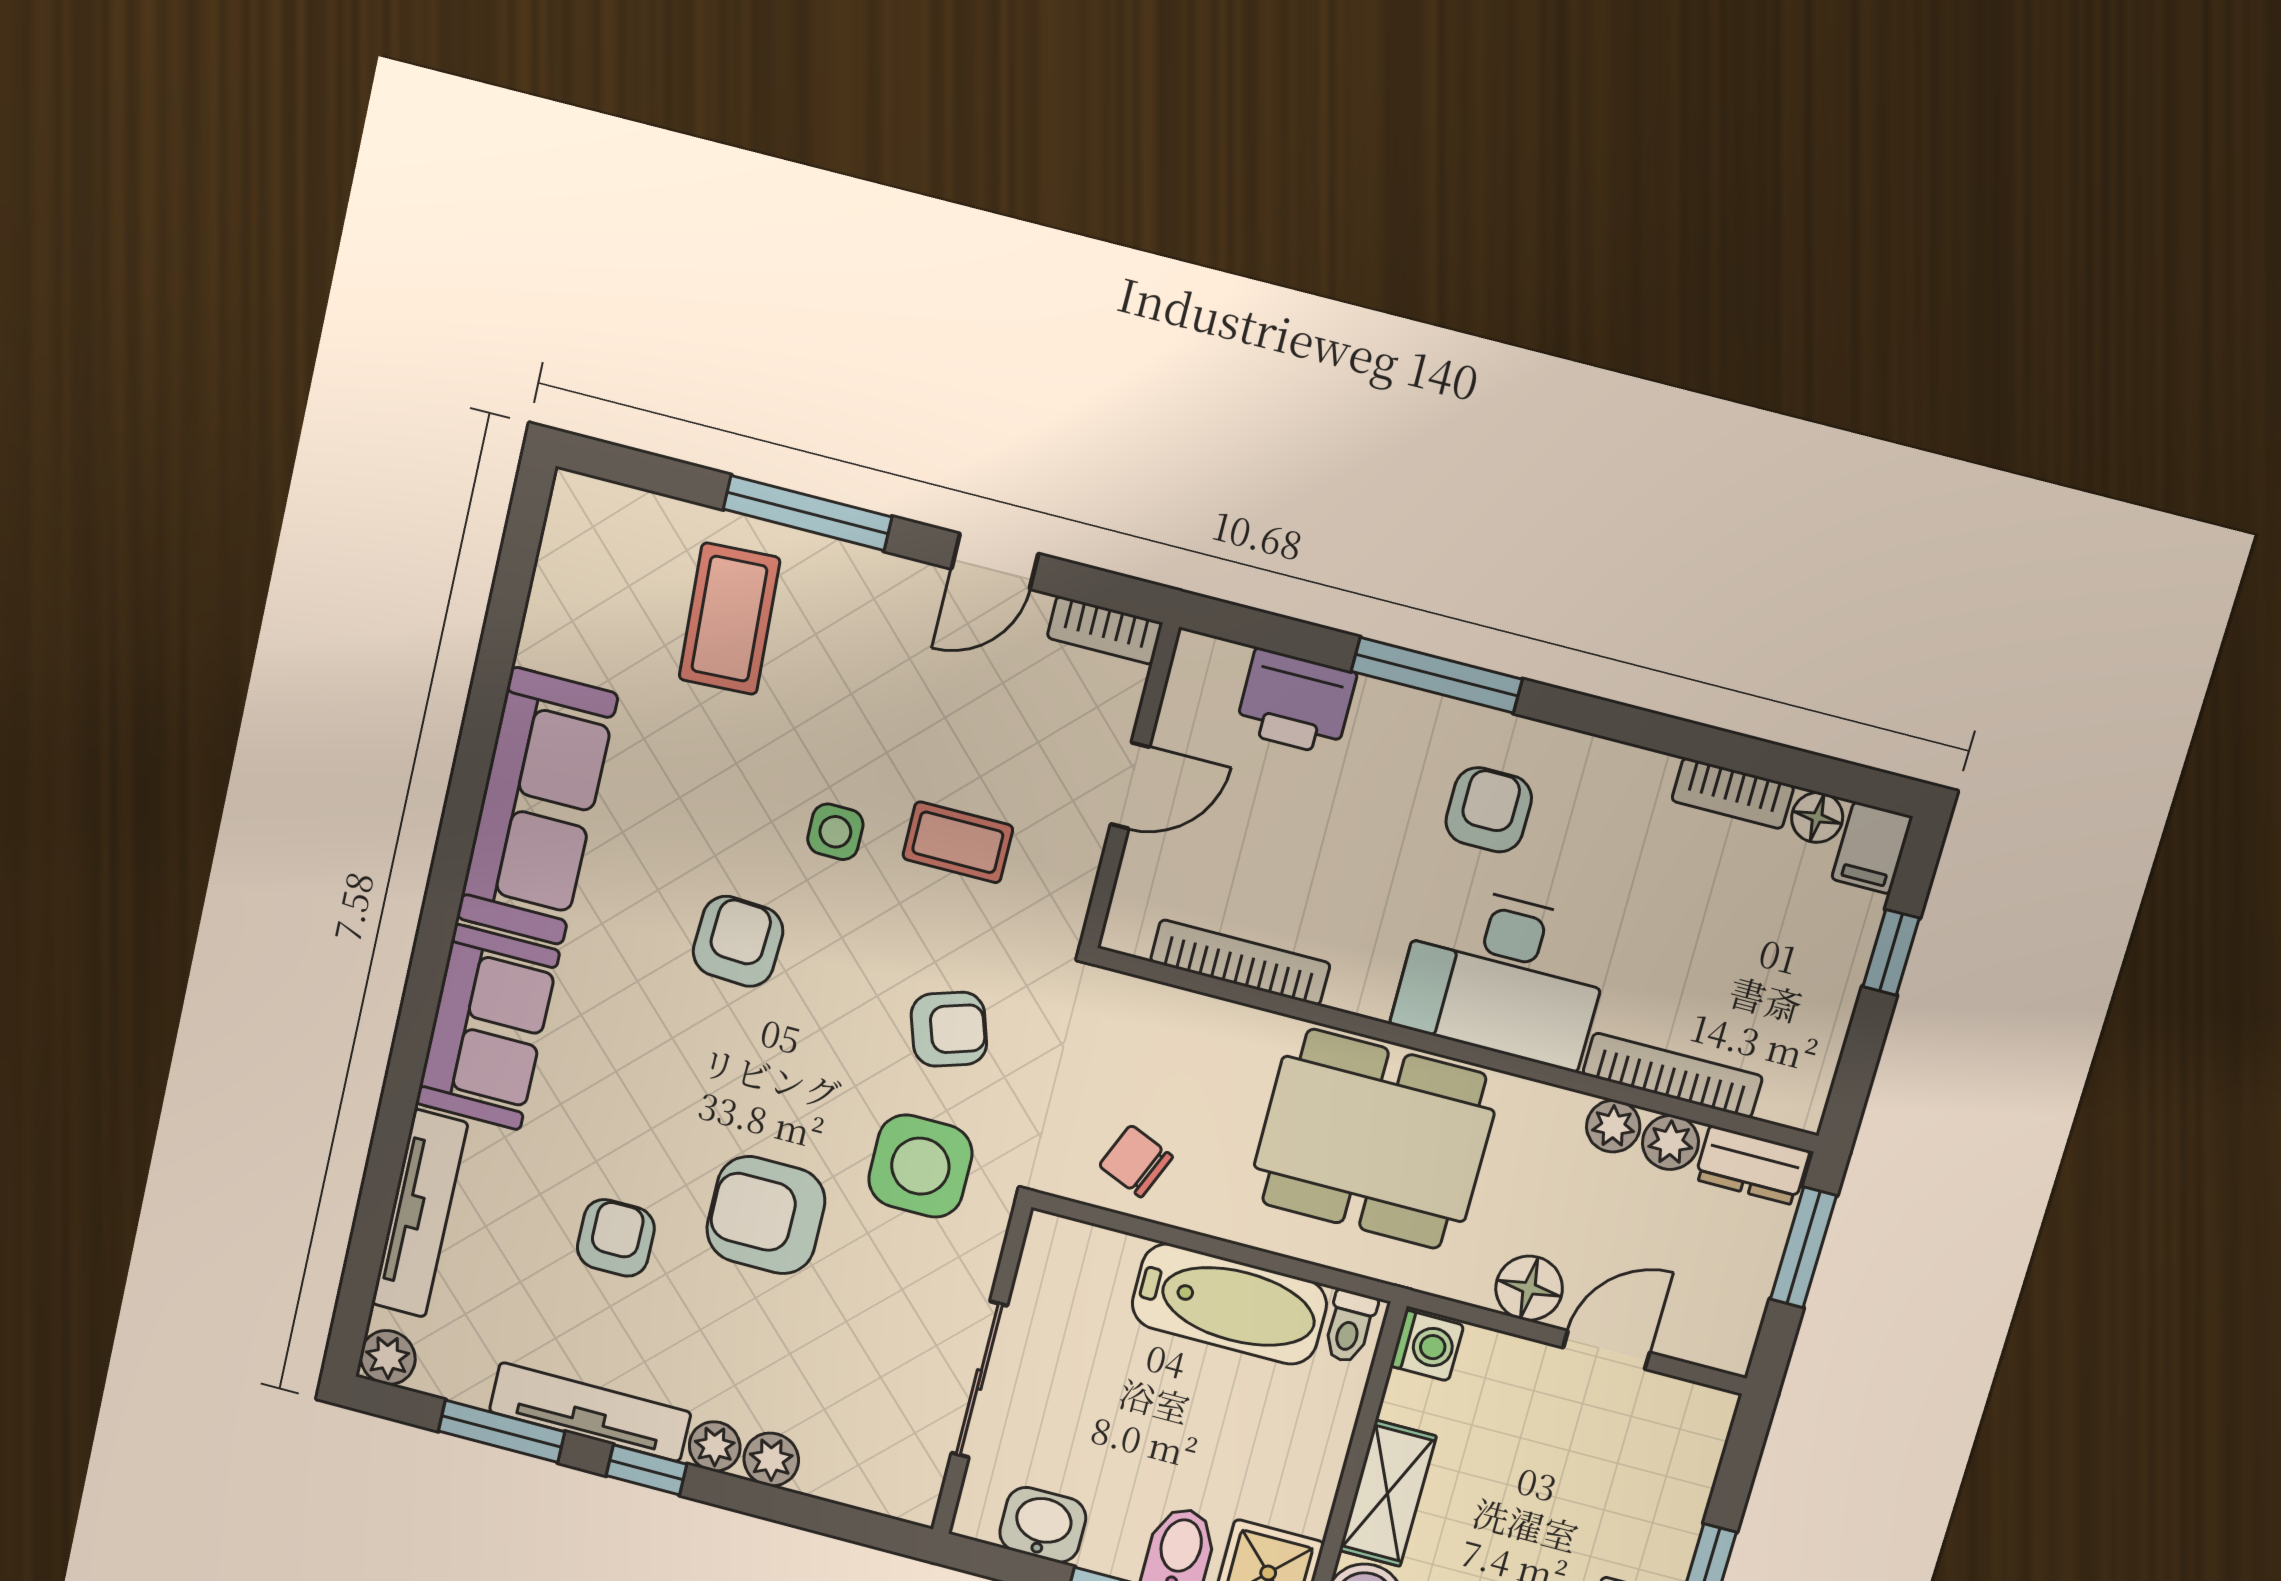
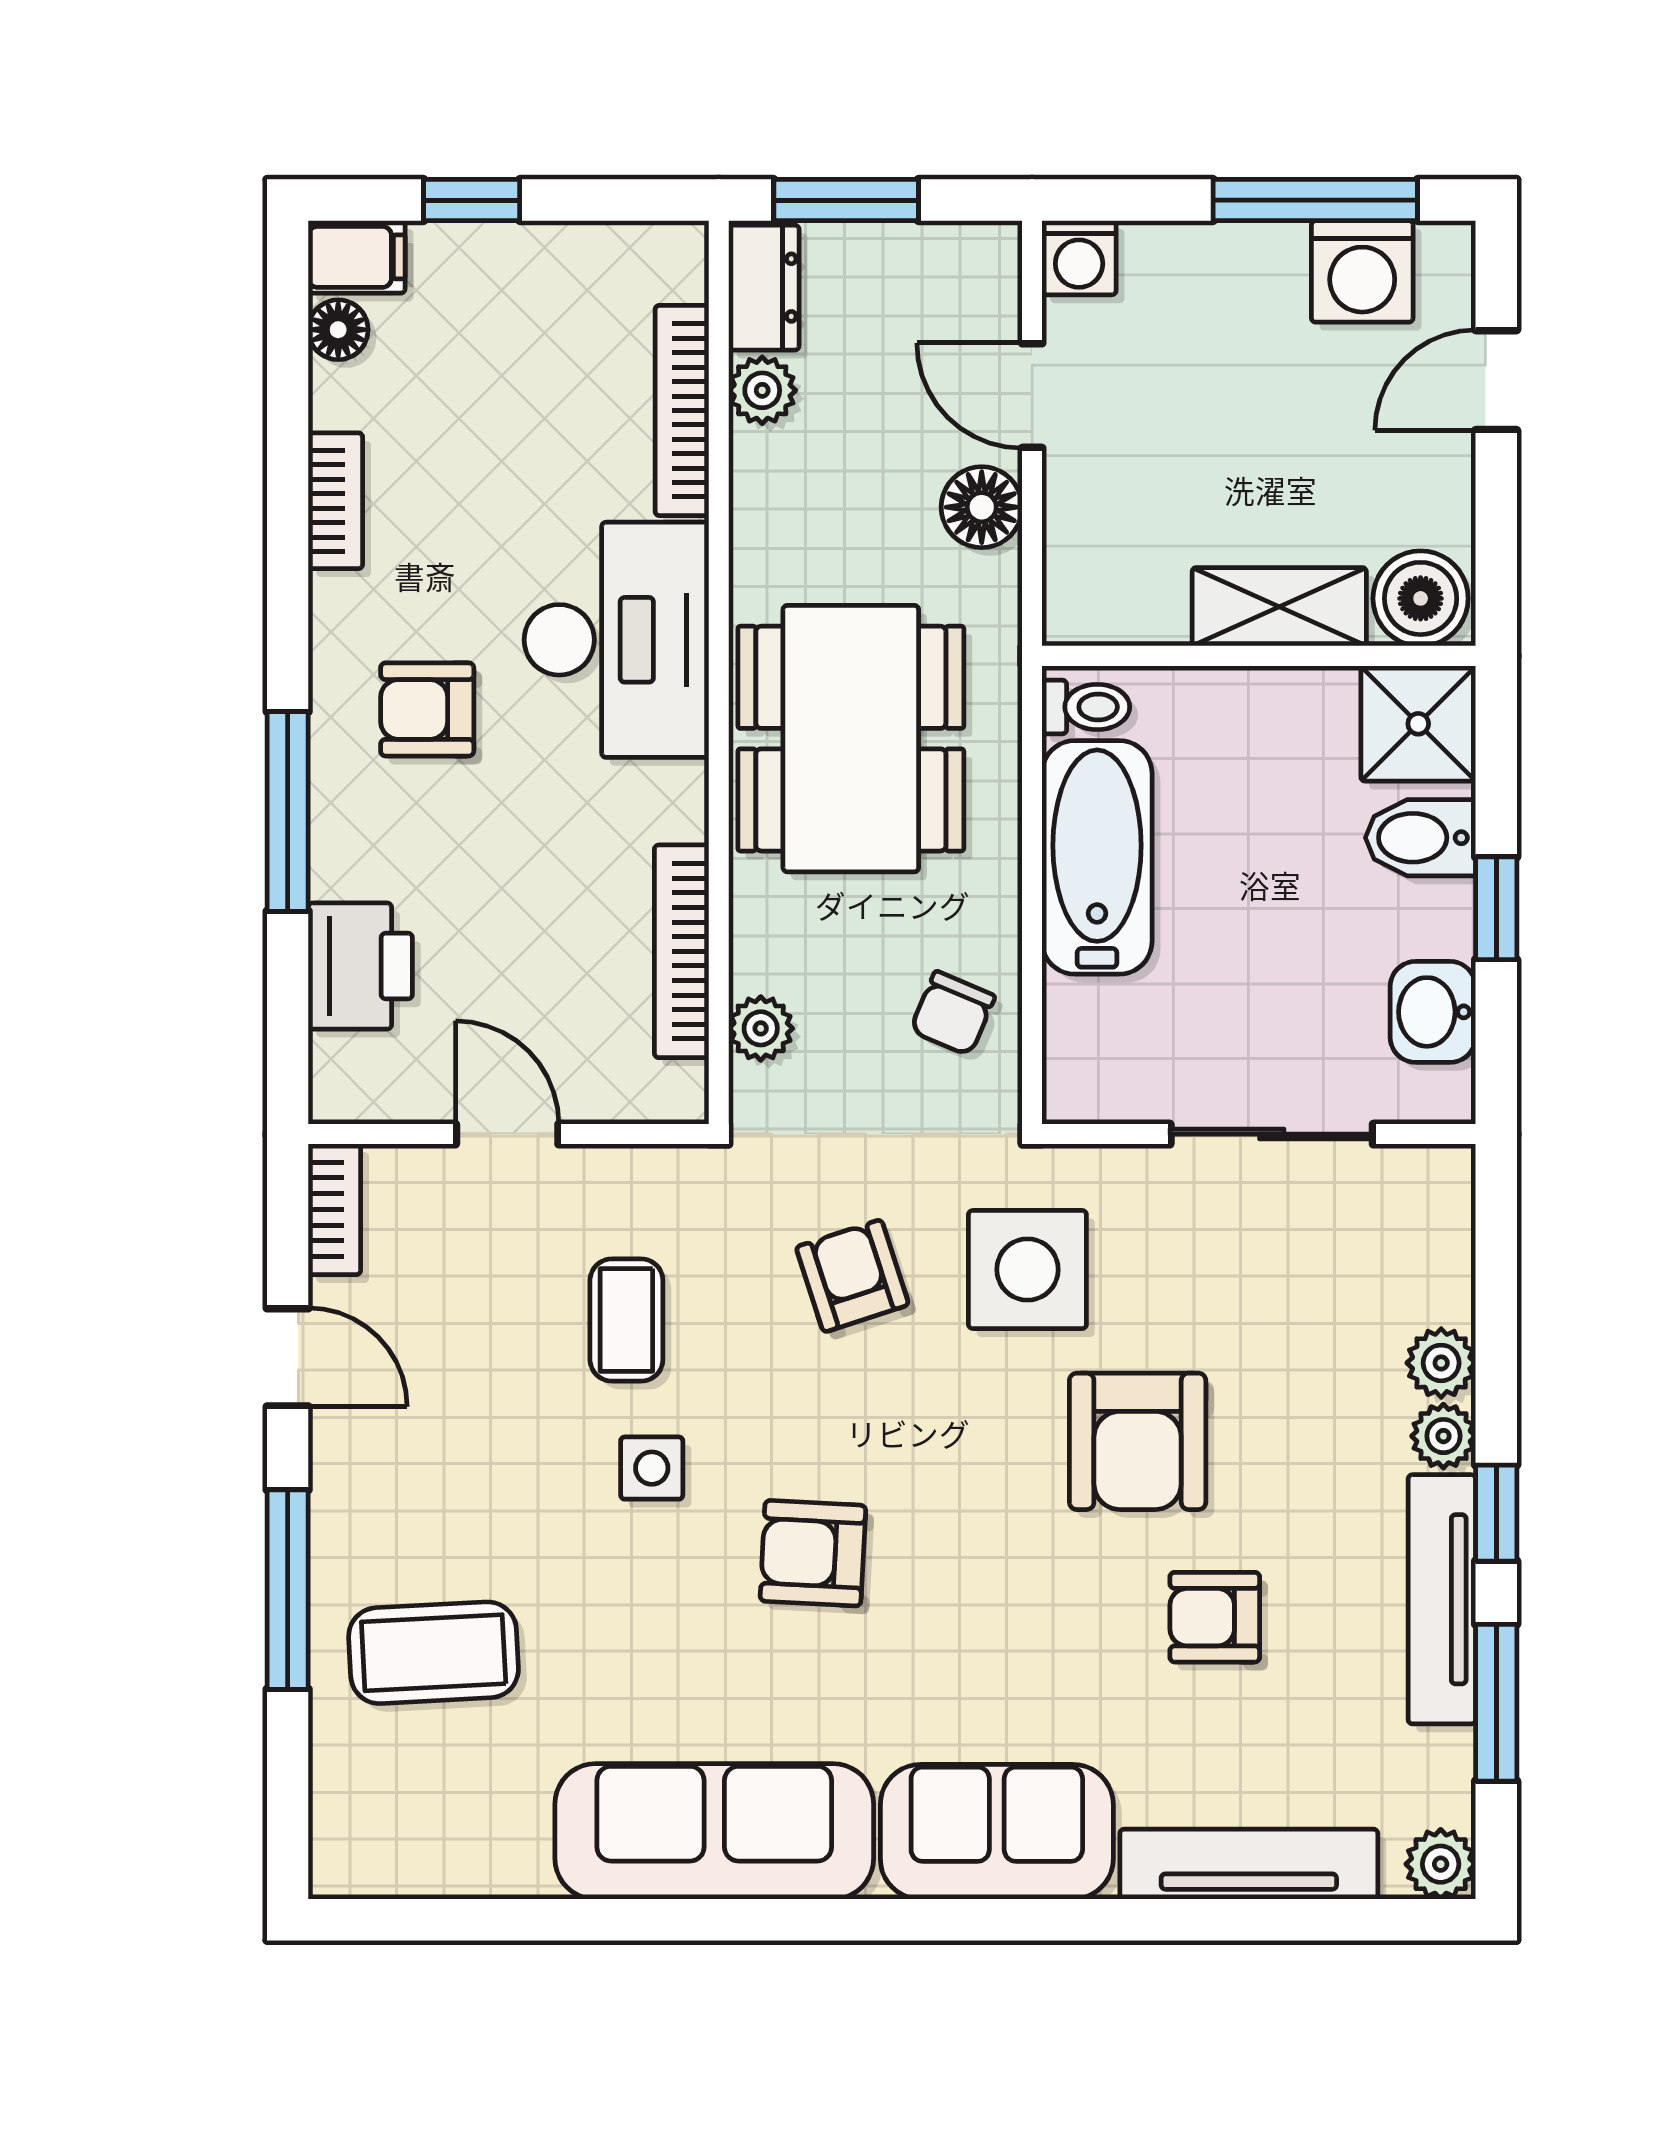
bookcase: (1733, 793) -> (335, 501), moved
plant: (1613, 1126) -> (761, 1028), moved
washing machine: (1427, 1346) -> (1079, 258), moved, turned 180

